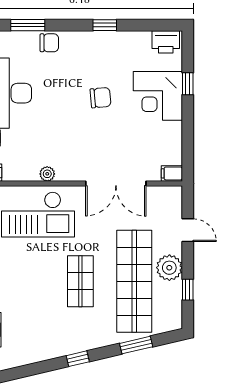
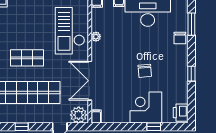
plant: (169, 268) -> (79, 115), moved

